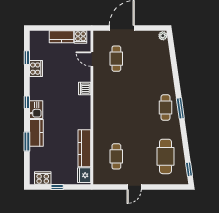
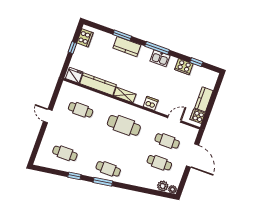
plant: (163, 47) -> (163, 186), added
cafe table: (141, 59) -> (159, 163), added
window: (27, 102) -> (157, 48), width x2.17
cafe table: (116, 107) -> (124, 125), added
kitchen sink: (36, 110) -> (160, 58), moved
shelving: (86, 118) -> (125, 95), added
cafe table: (166, 156) -> (65, 153), width x0.73, depth x0.74
window: (189, 169) -> (74, 176), moved

